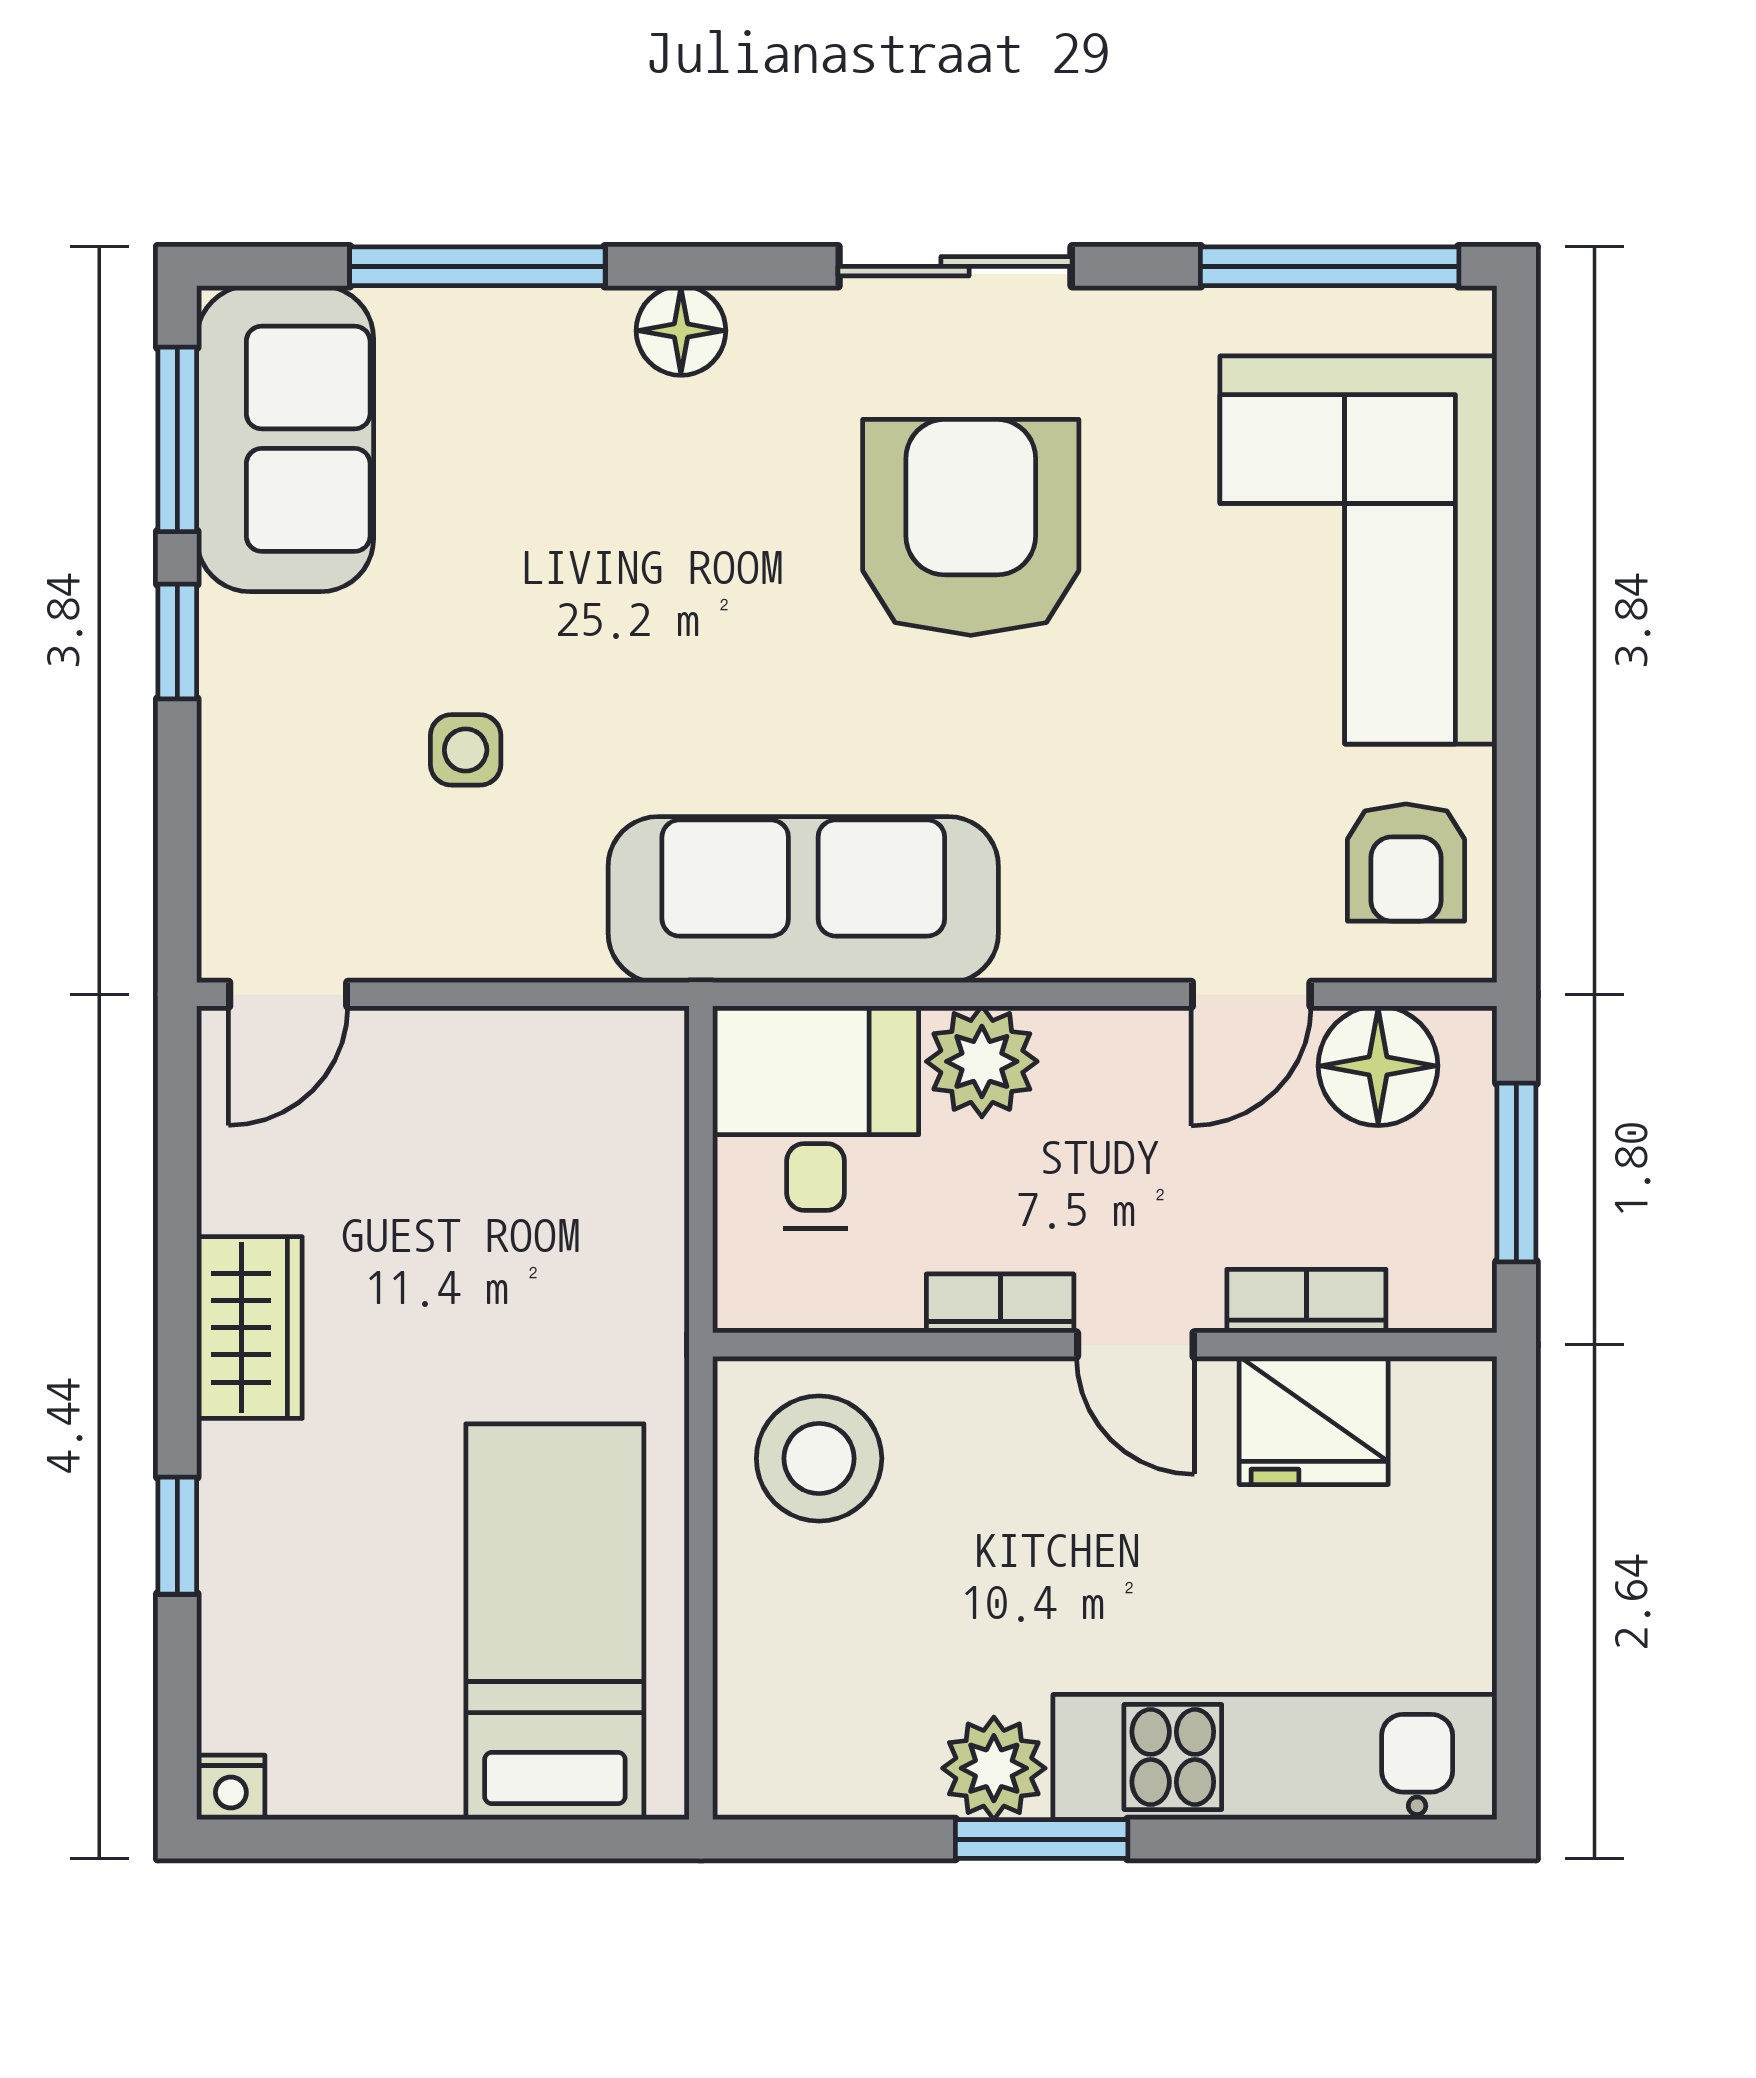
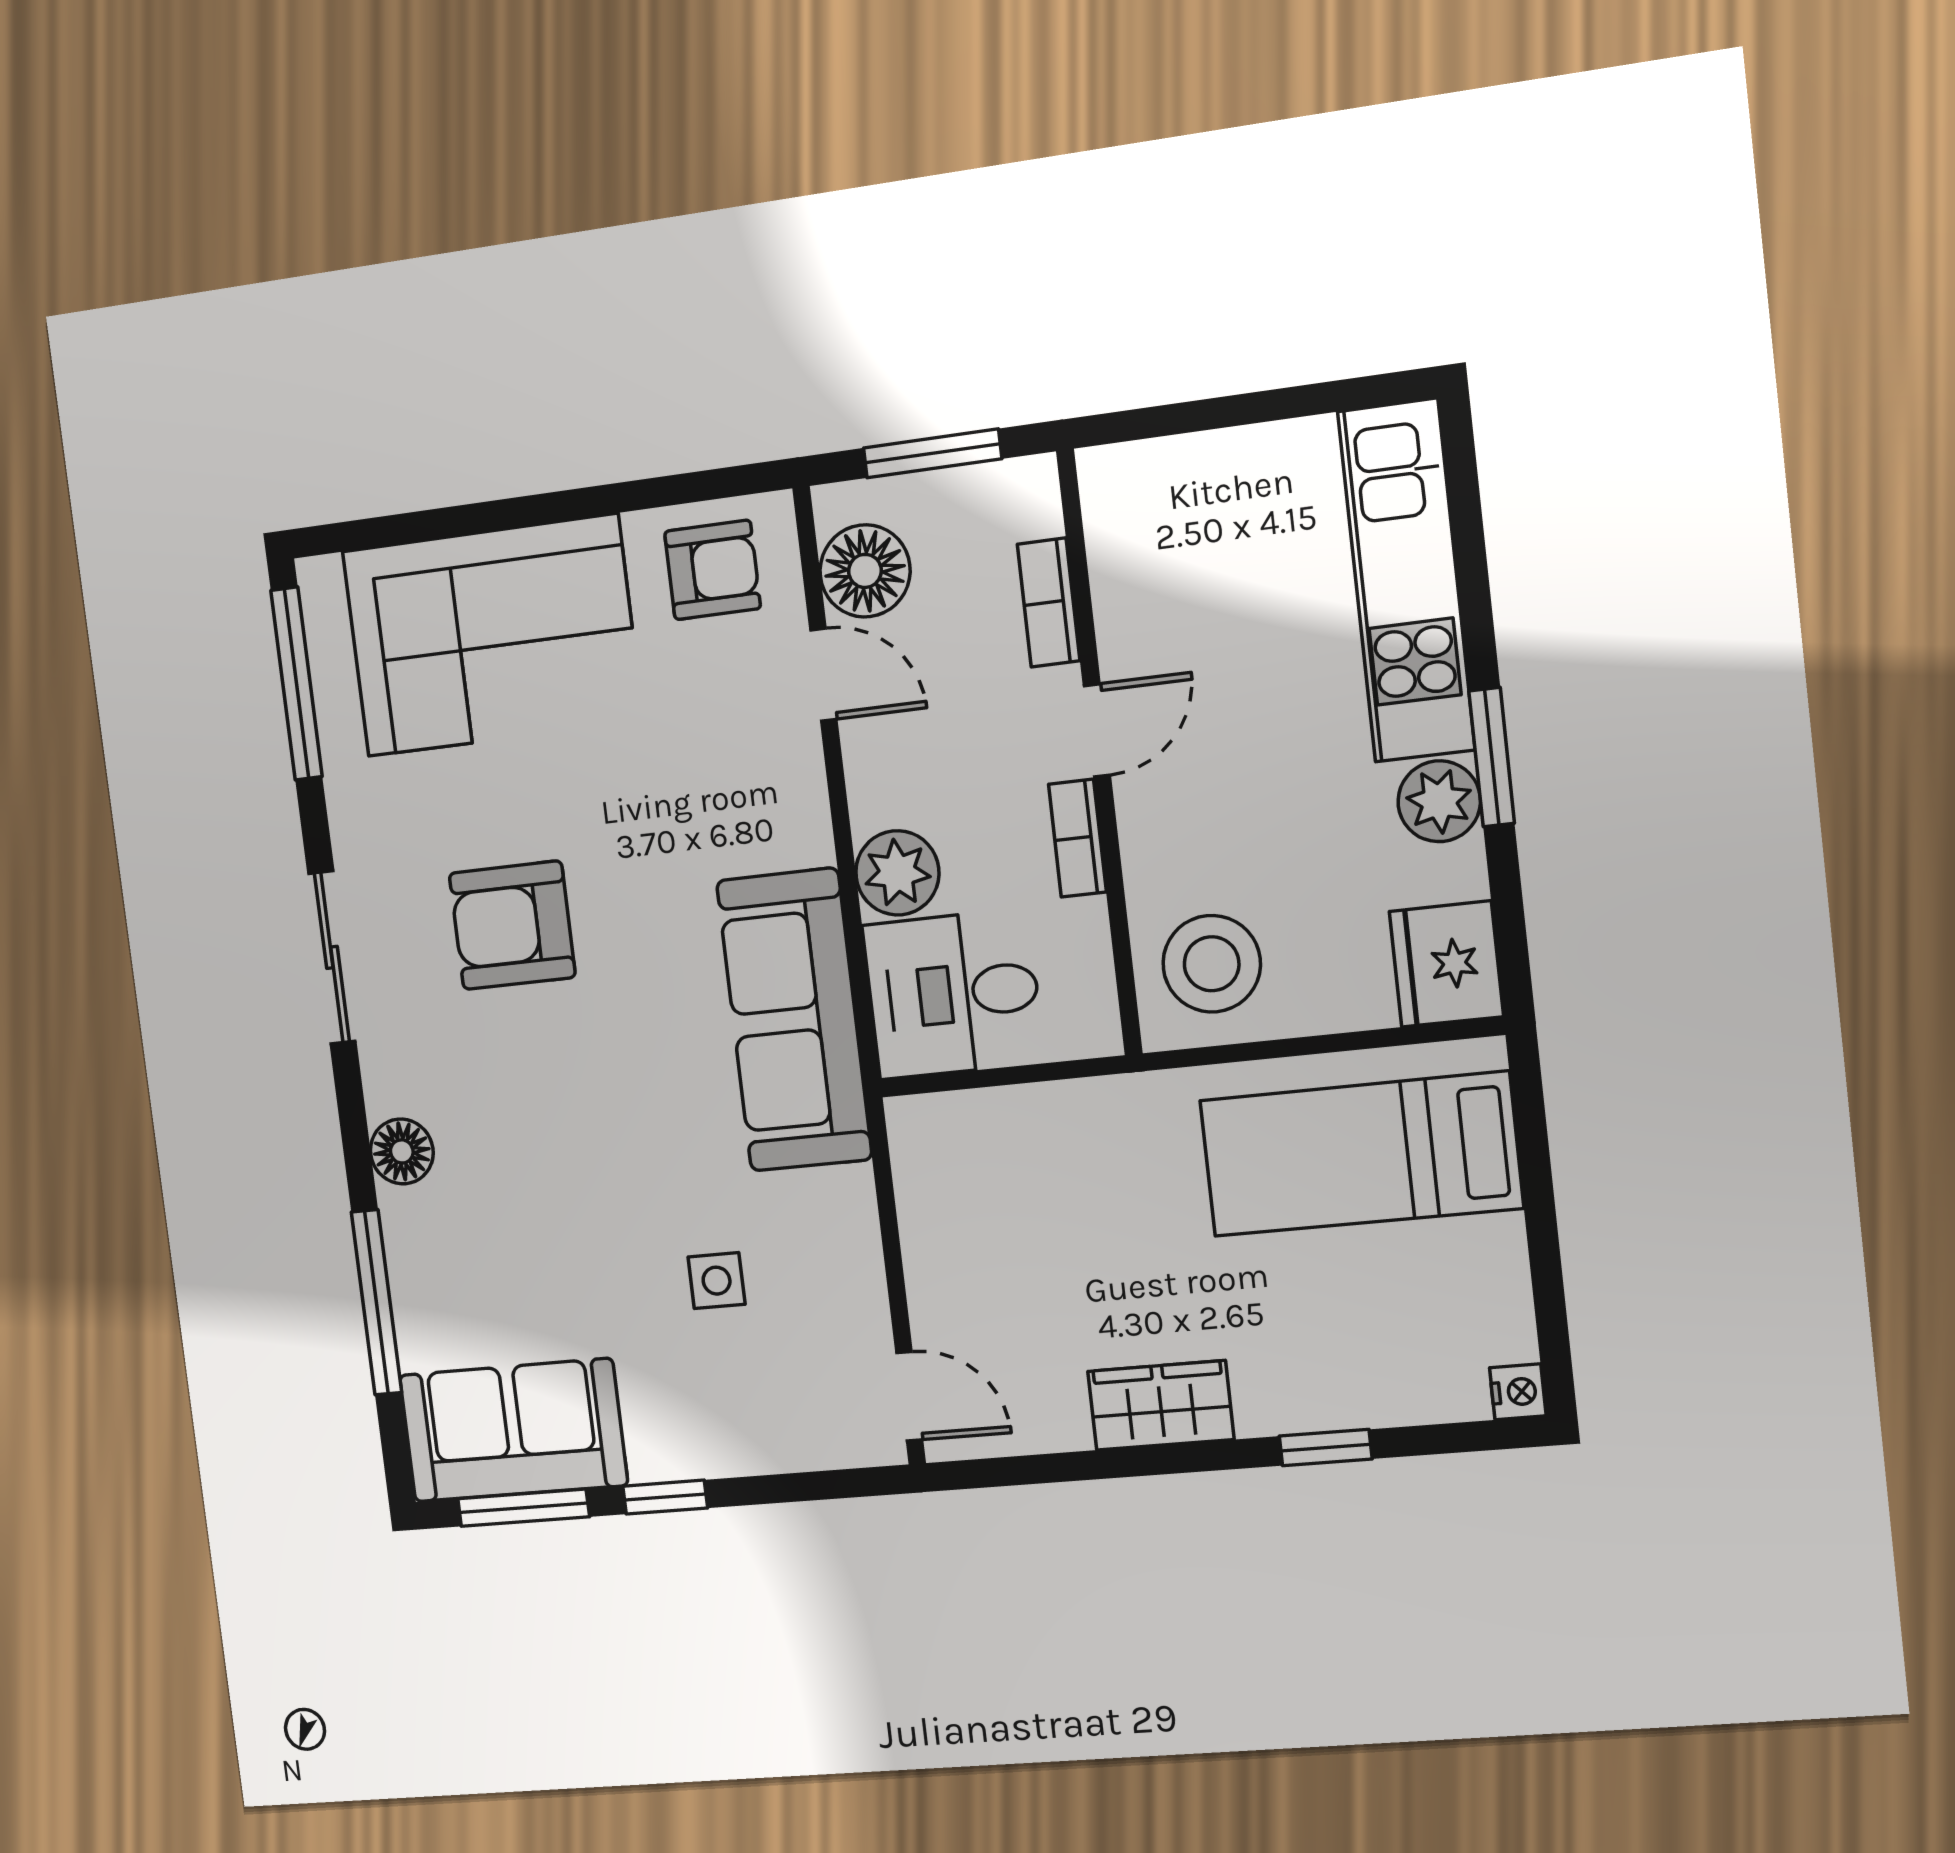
armchair: (971, 527) -> (512, 925), width x0.73, depth x0.73
fridge: (1314, 1420) -> (1446, 964), moved, turned 180

